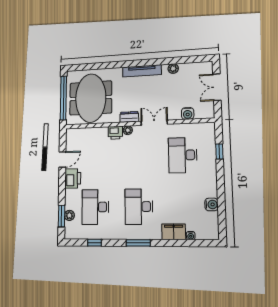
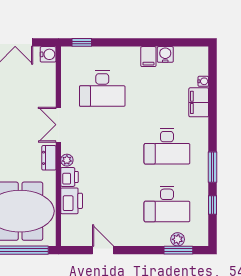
water cooler: (188, 113) -> (48, 54), moved
window: (219, 151) -> (82, 42), moved
printer: (73, 178) -> (72, 201), moved, turned 90
filing cabinet: (209, 191) -> (148, 57), added
window: (138, 243) -> (212, 167), moved

